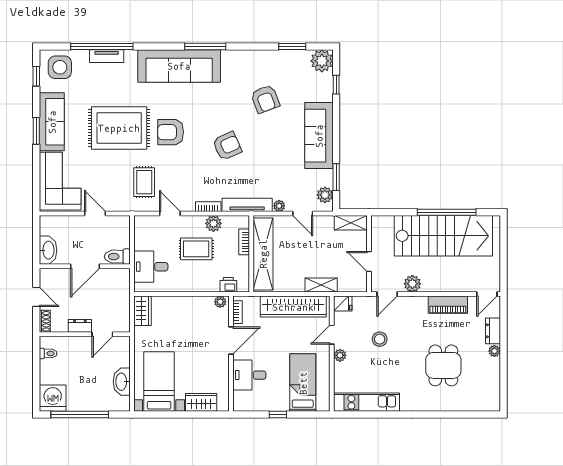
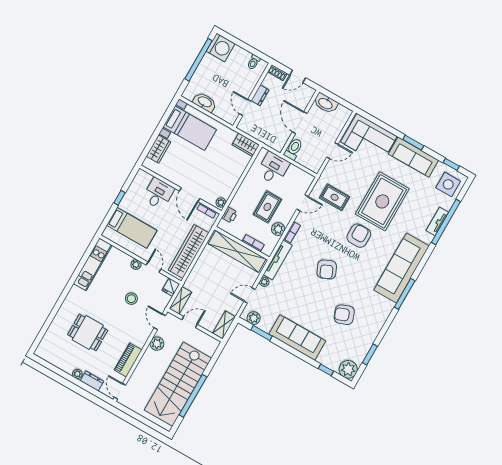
shelving: (321, 285) -> (180, 300), moved

